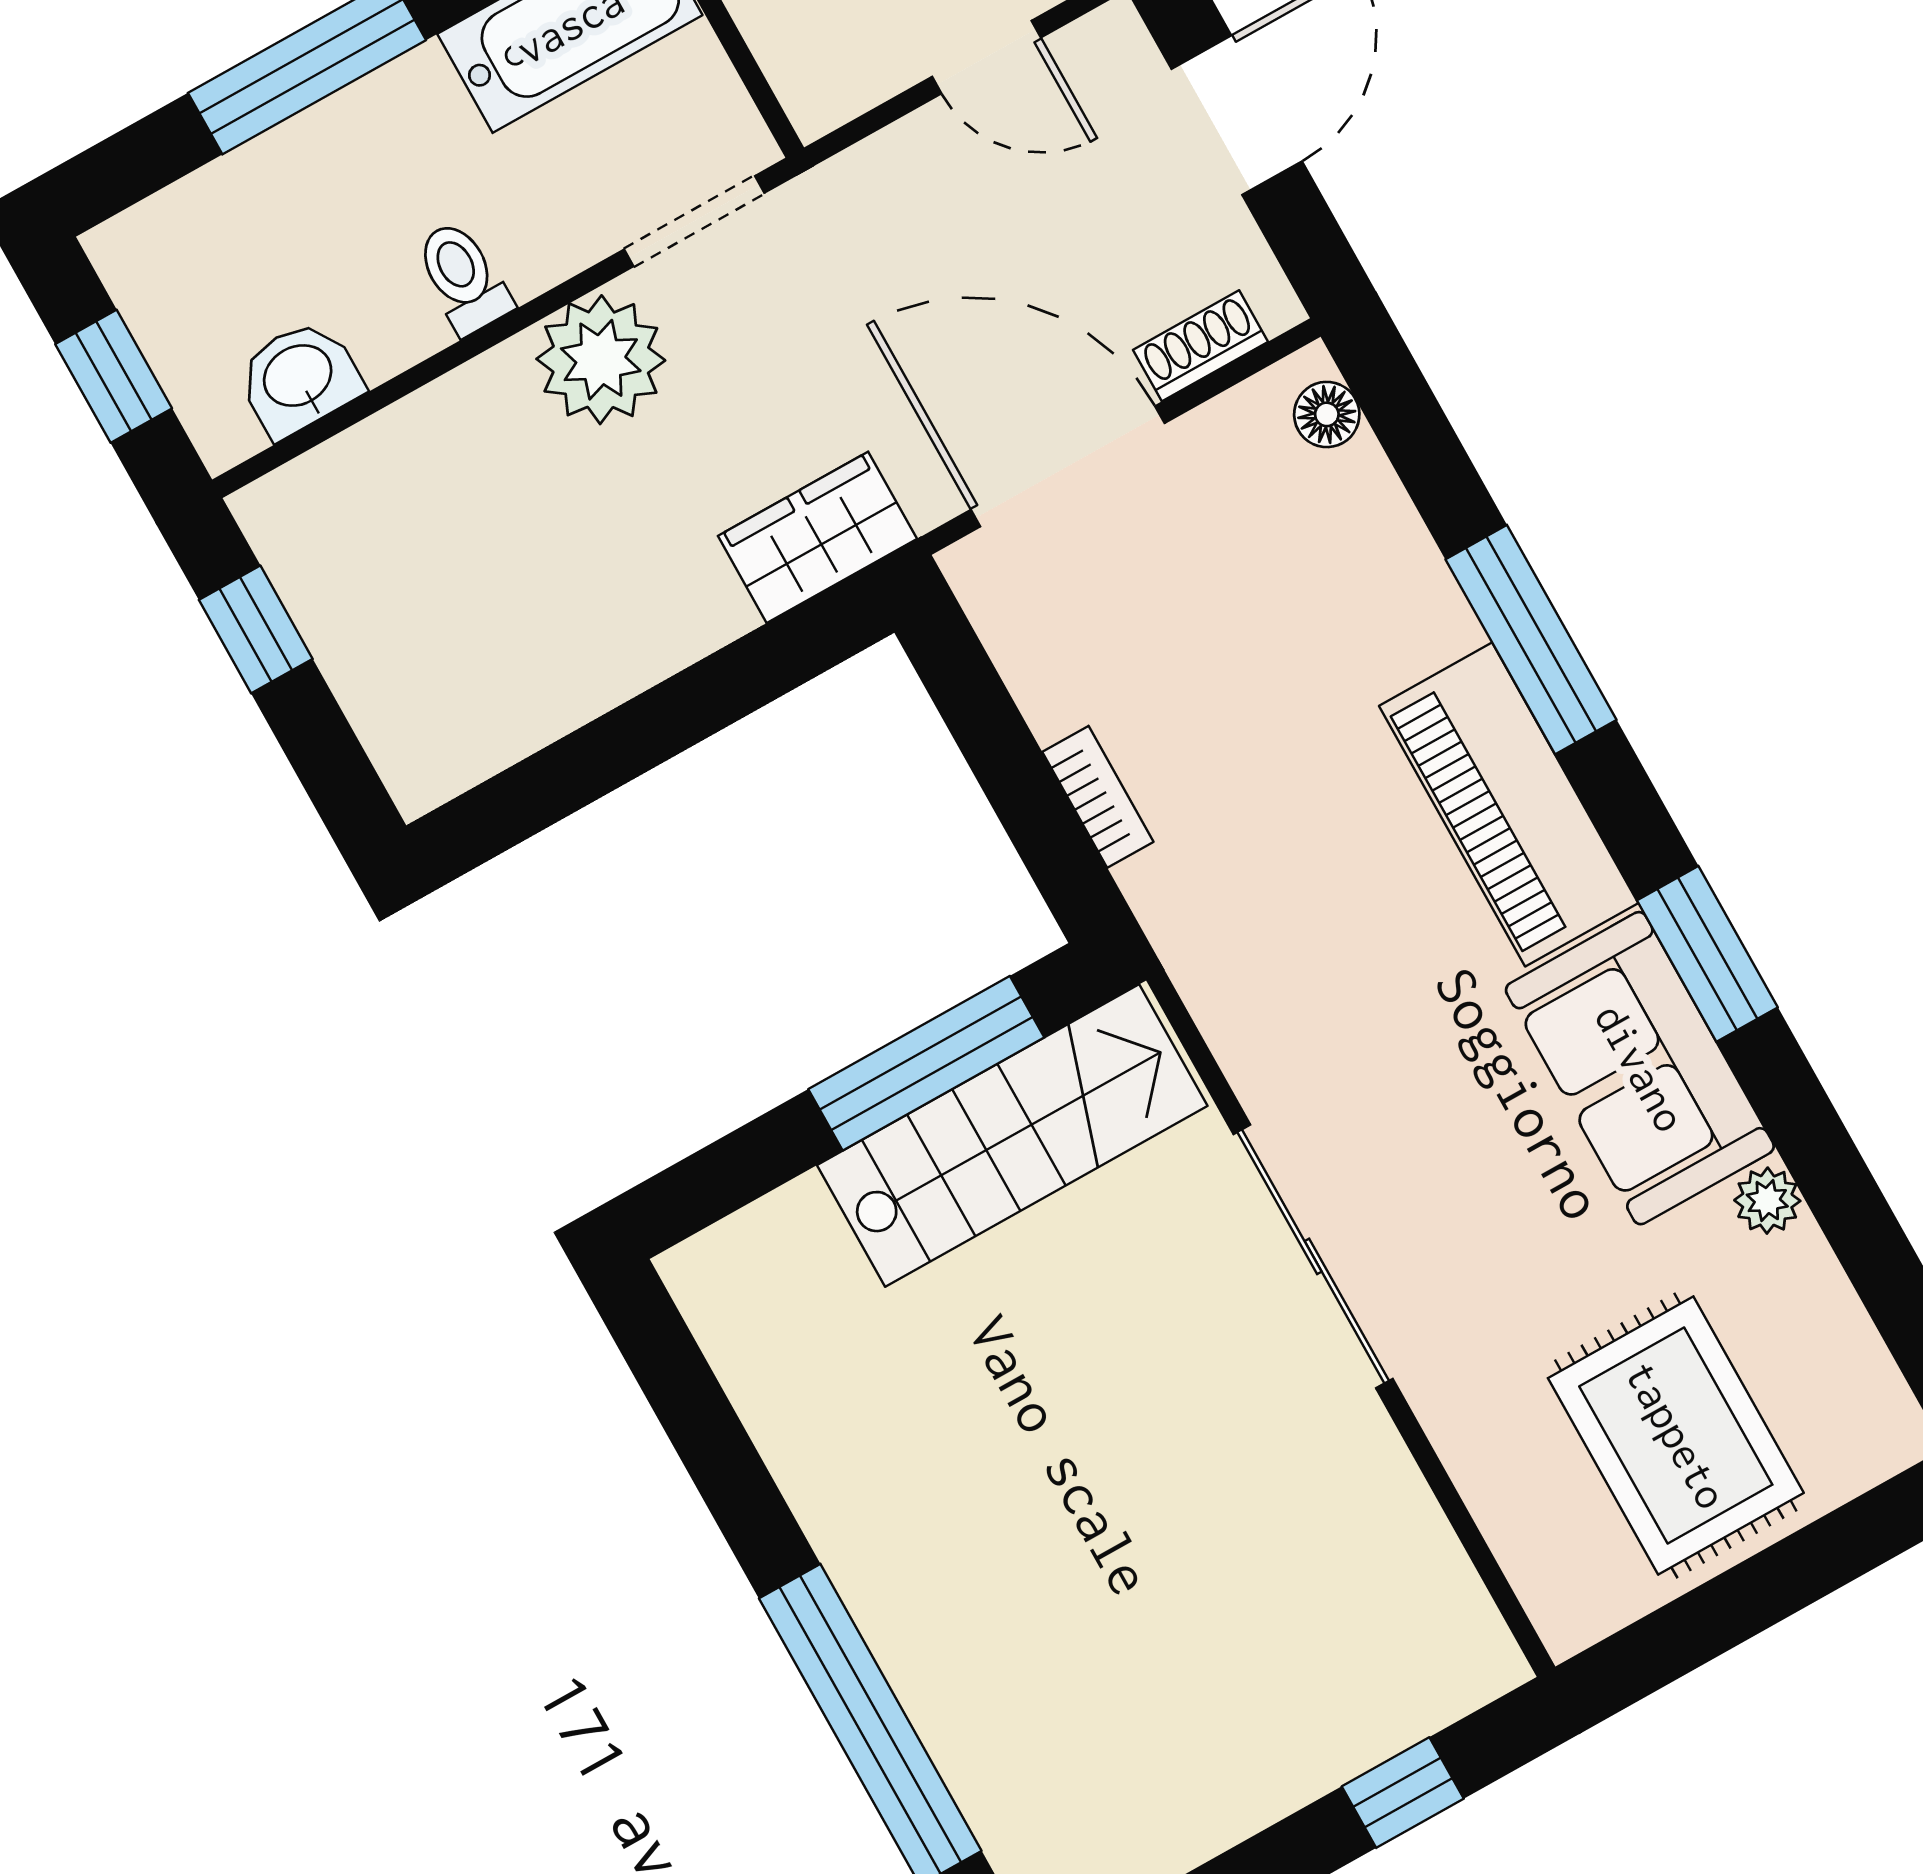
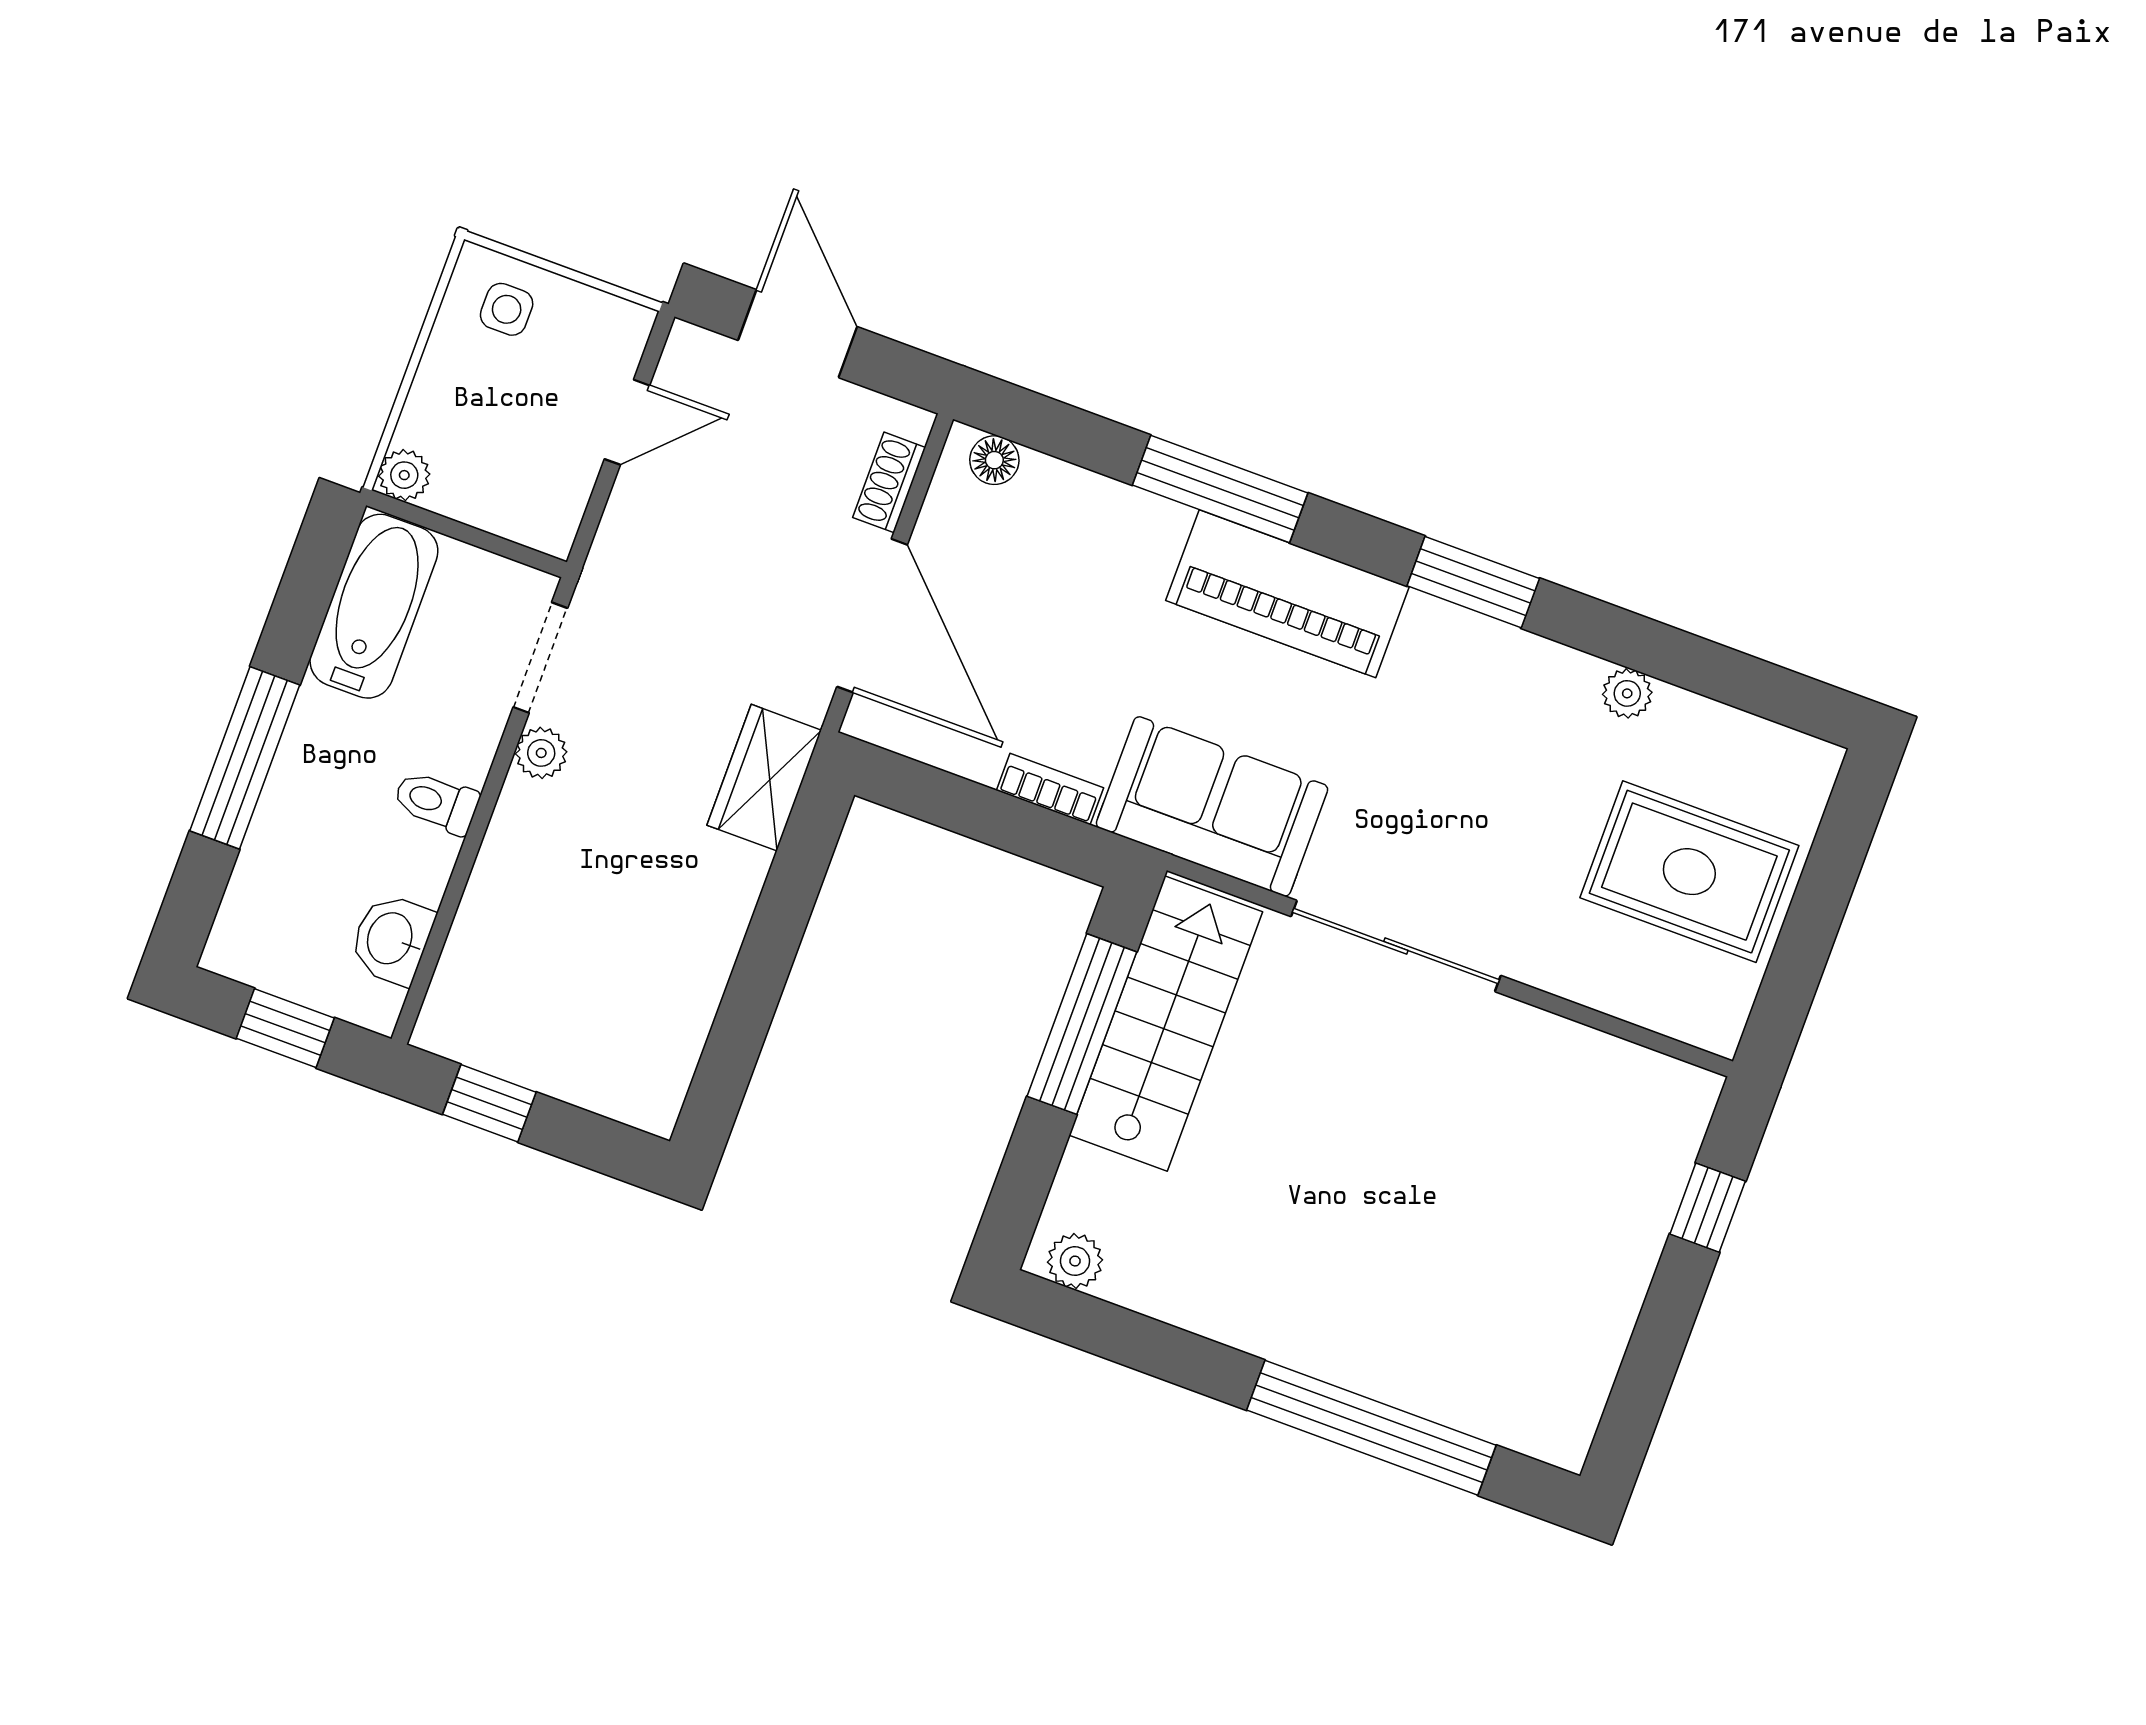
plant: (601, 360) -> (541, 753), width x0.53, depth x0.53
door: (1068, 466) -> (872, 616), swing flipped
sofa: (1640, 1068) -> (1212, 806), moved, turned 180
plant: (714, 1298) -> (1075, 1261), added

